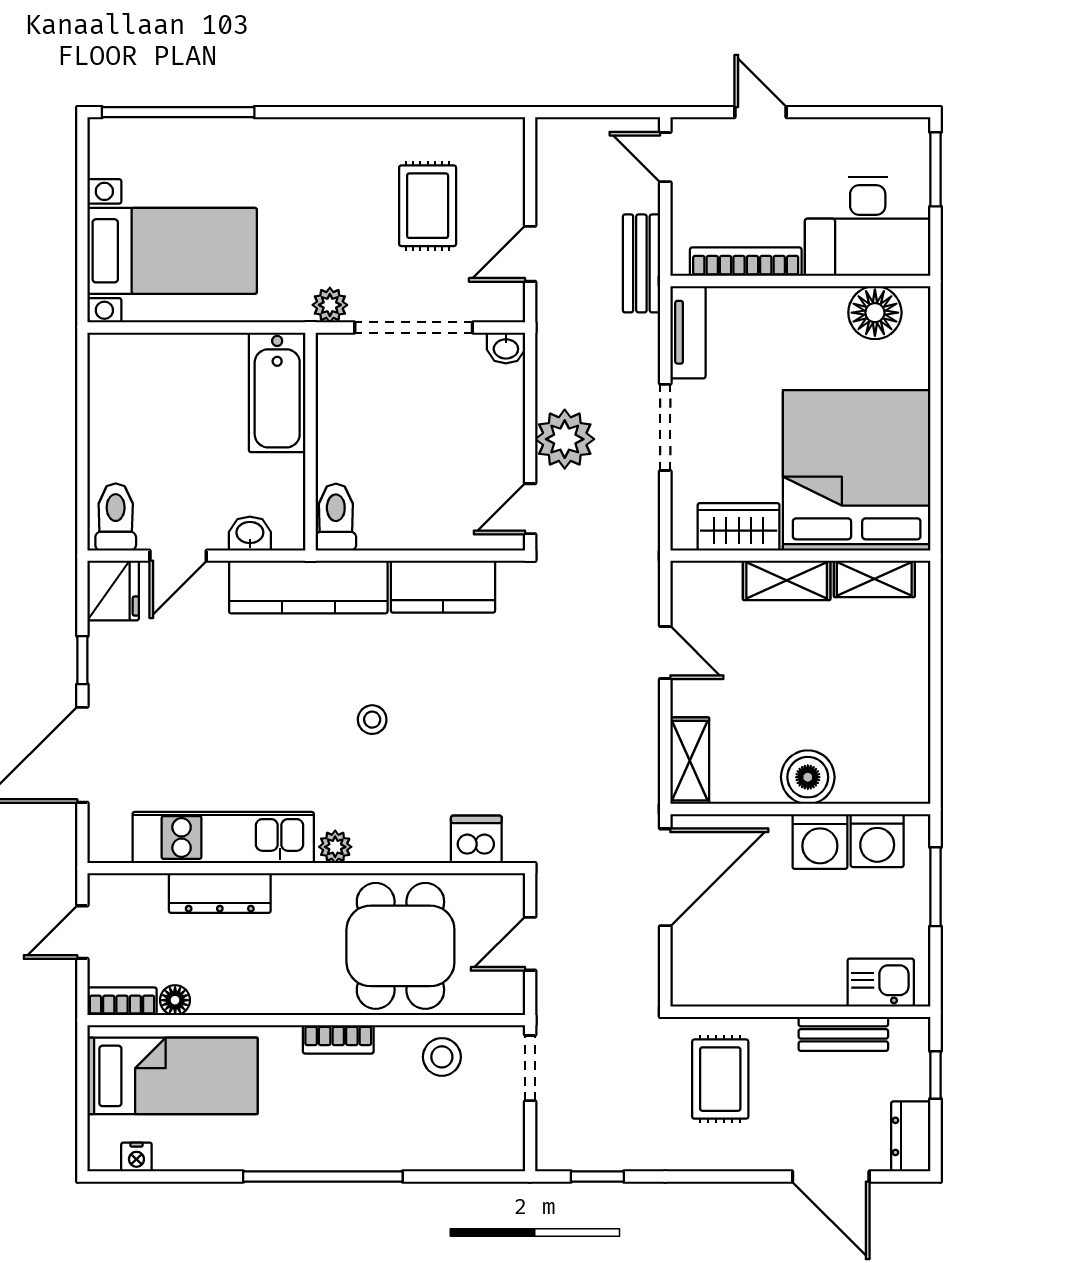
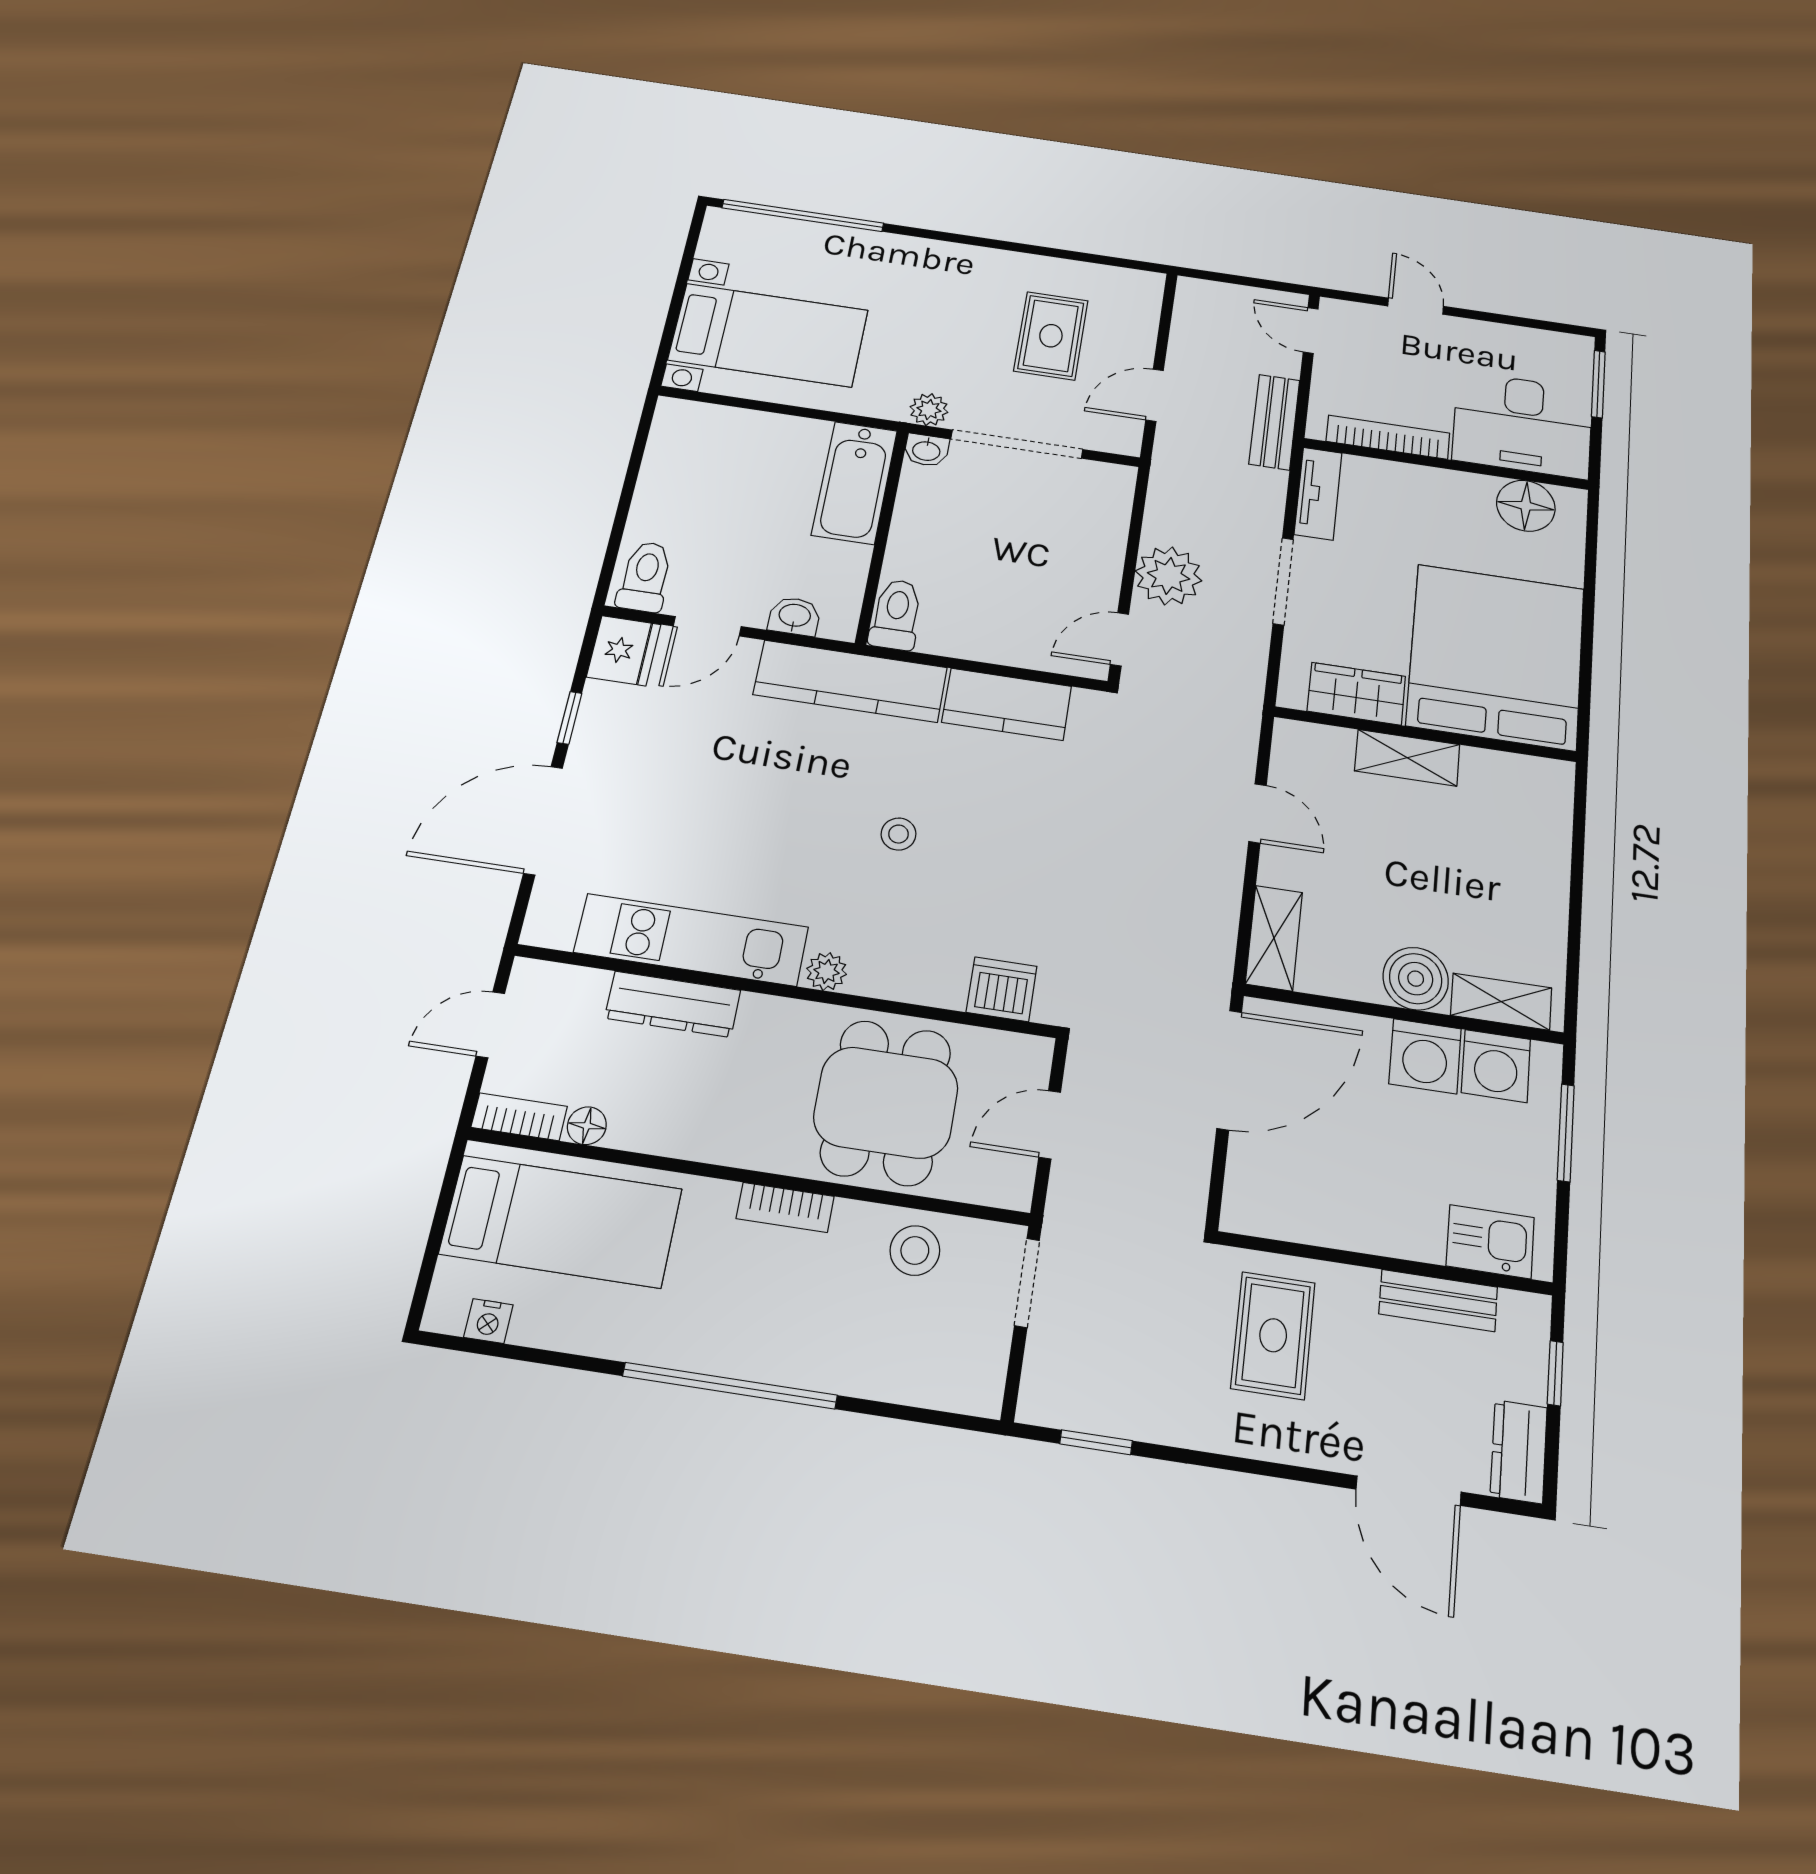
washbasin: (506, 348) -> (926, 450), moved
shelving: (874, 579) -> (1501, 1002), moved

